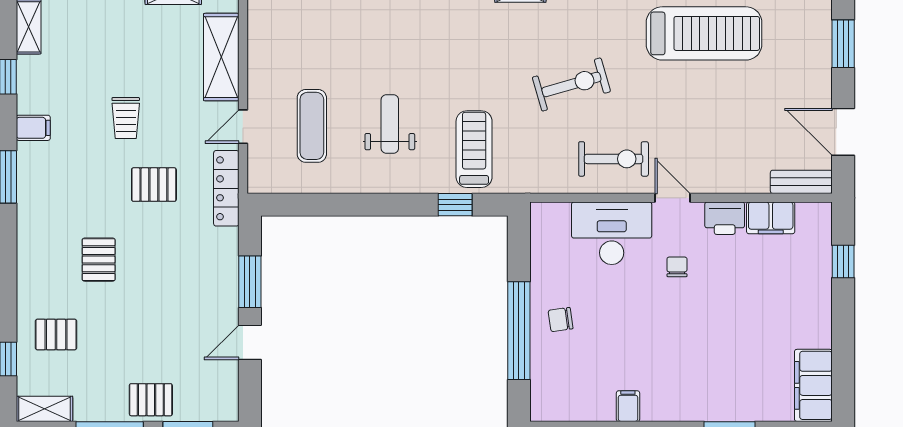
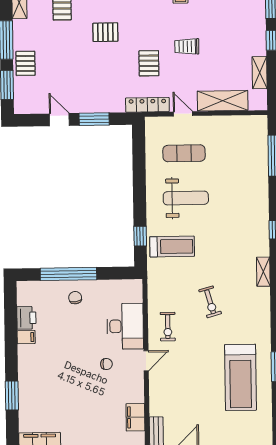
exercise bike: (571, 84) -> (210, 302), width x0.73, depth x0.72
weight bench: (390, 124) -> (186, 198), width x1.36, depth x1.33
exercise bike: (614, 159) -> (168, 327), width x0.73, depth x0.72
printer: (725, 218) -> (26, 318), moved, turned 180

